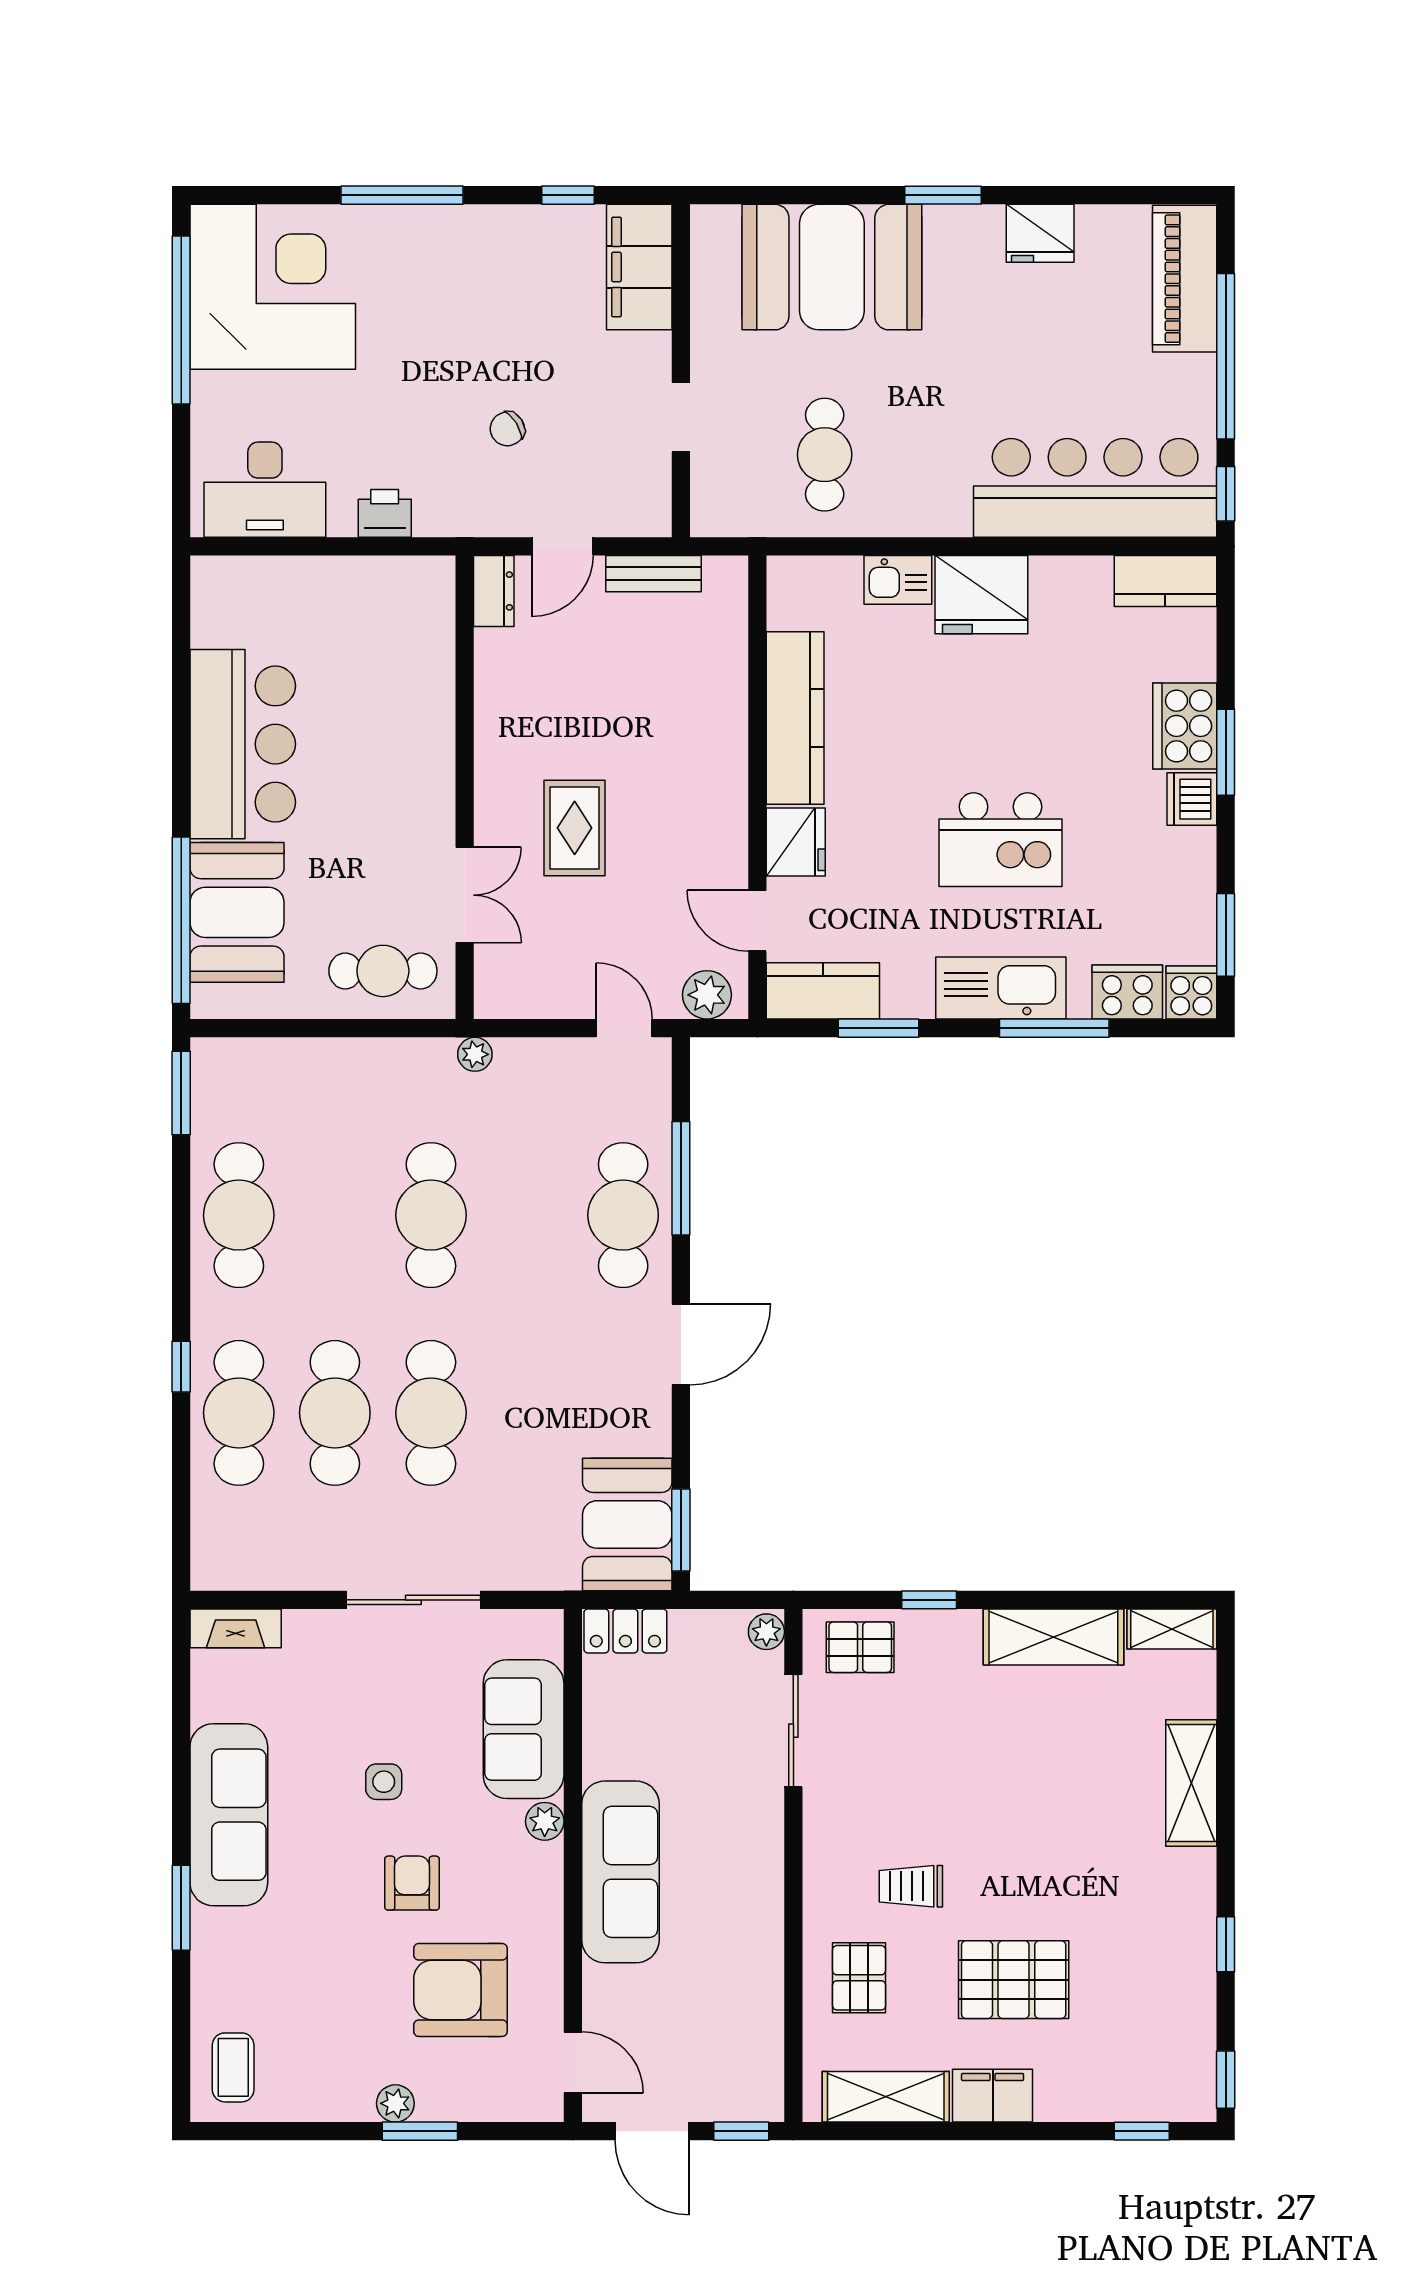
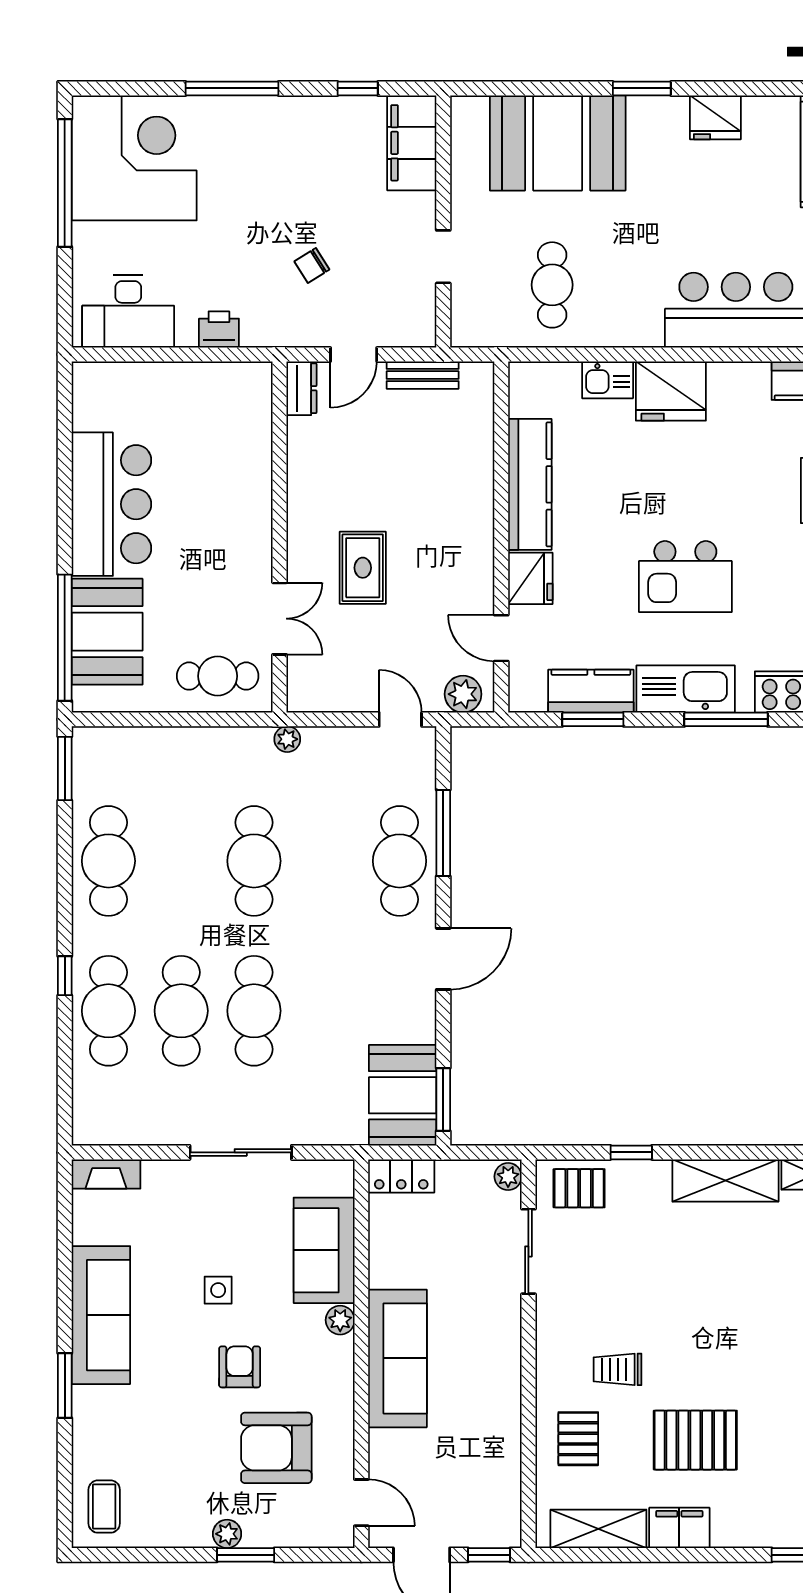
kitchen counter: (823, 991) -> (591, 691), moved

